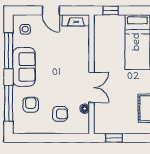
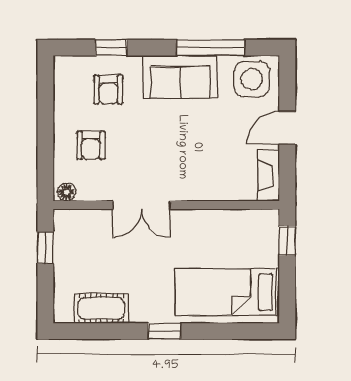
side table: (25, 29) -> (252, 79), width x1.87, depth x1.87
window: (9, 103) -> (111, 48), width x0.46
armchair: (31, 105) -> (108, 90), turned 90
floor lamp: (85, 109) -> (67, 192), moved

